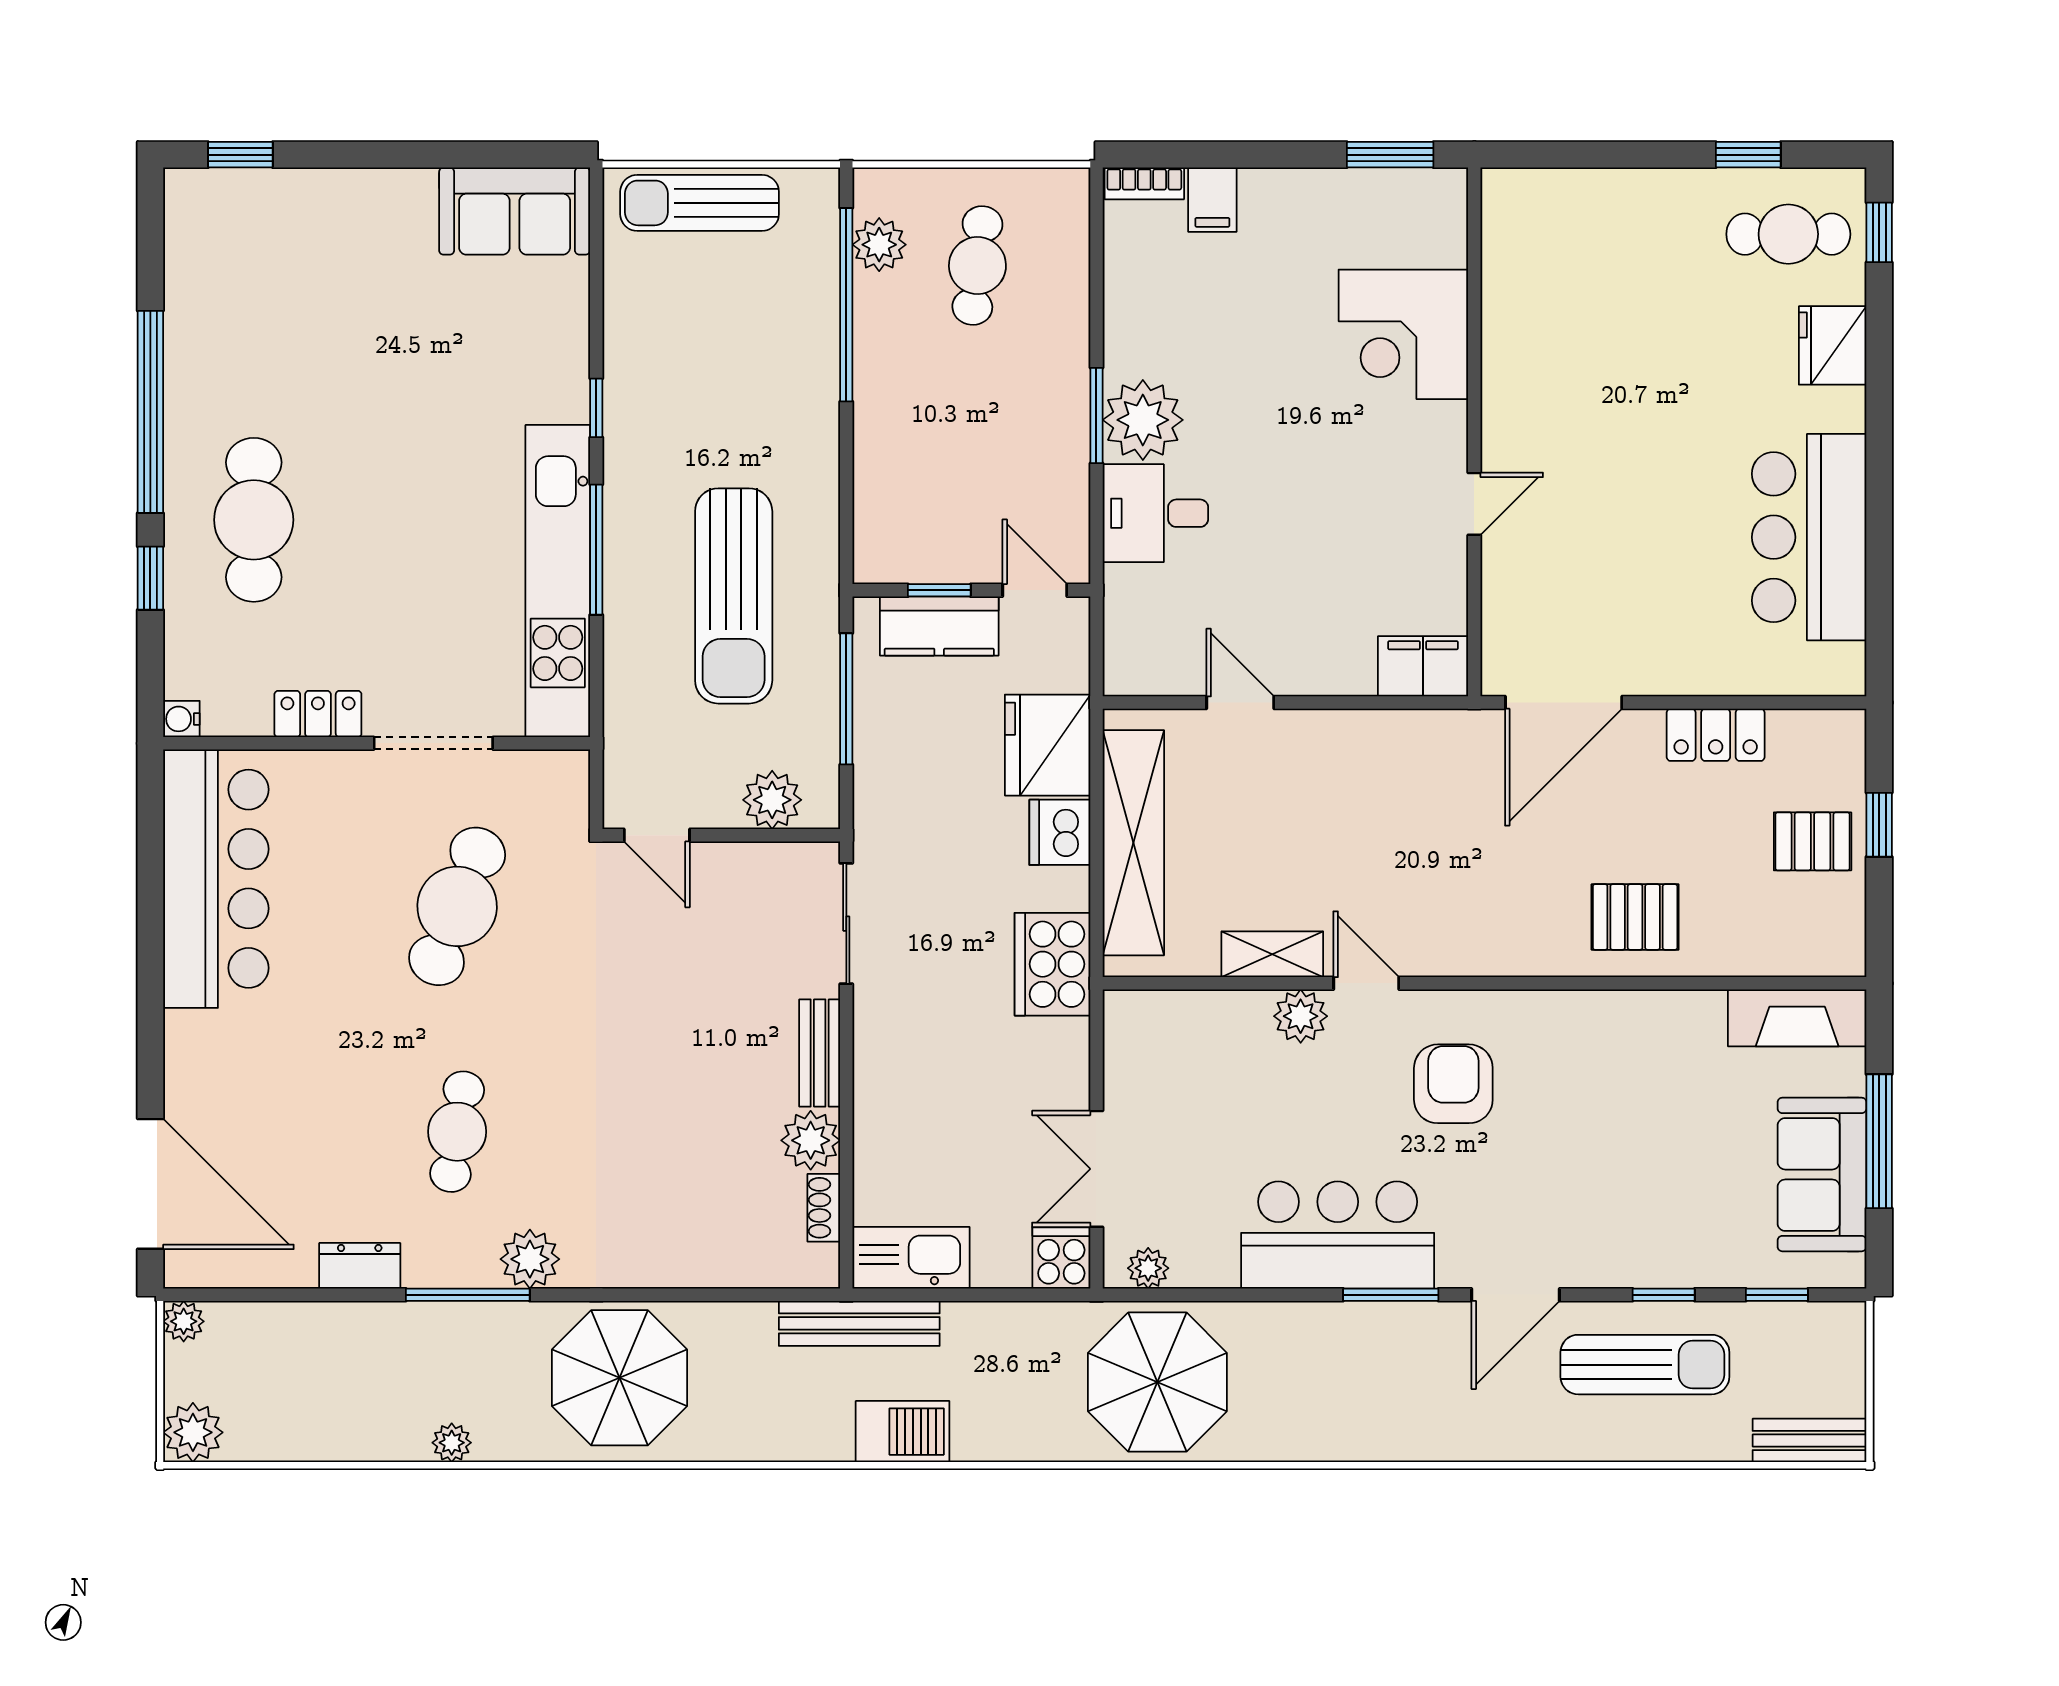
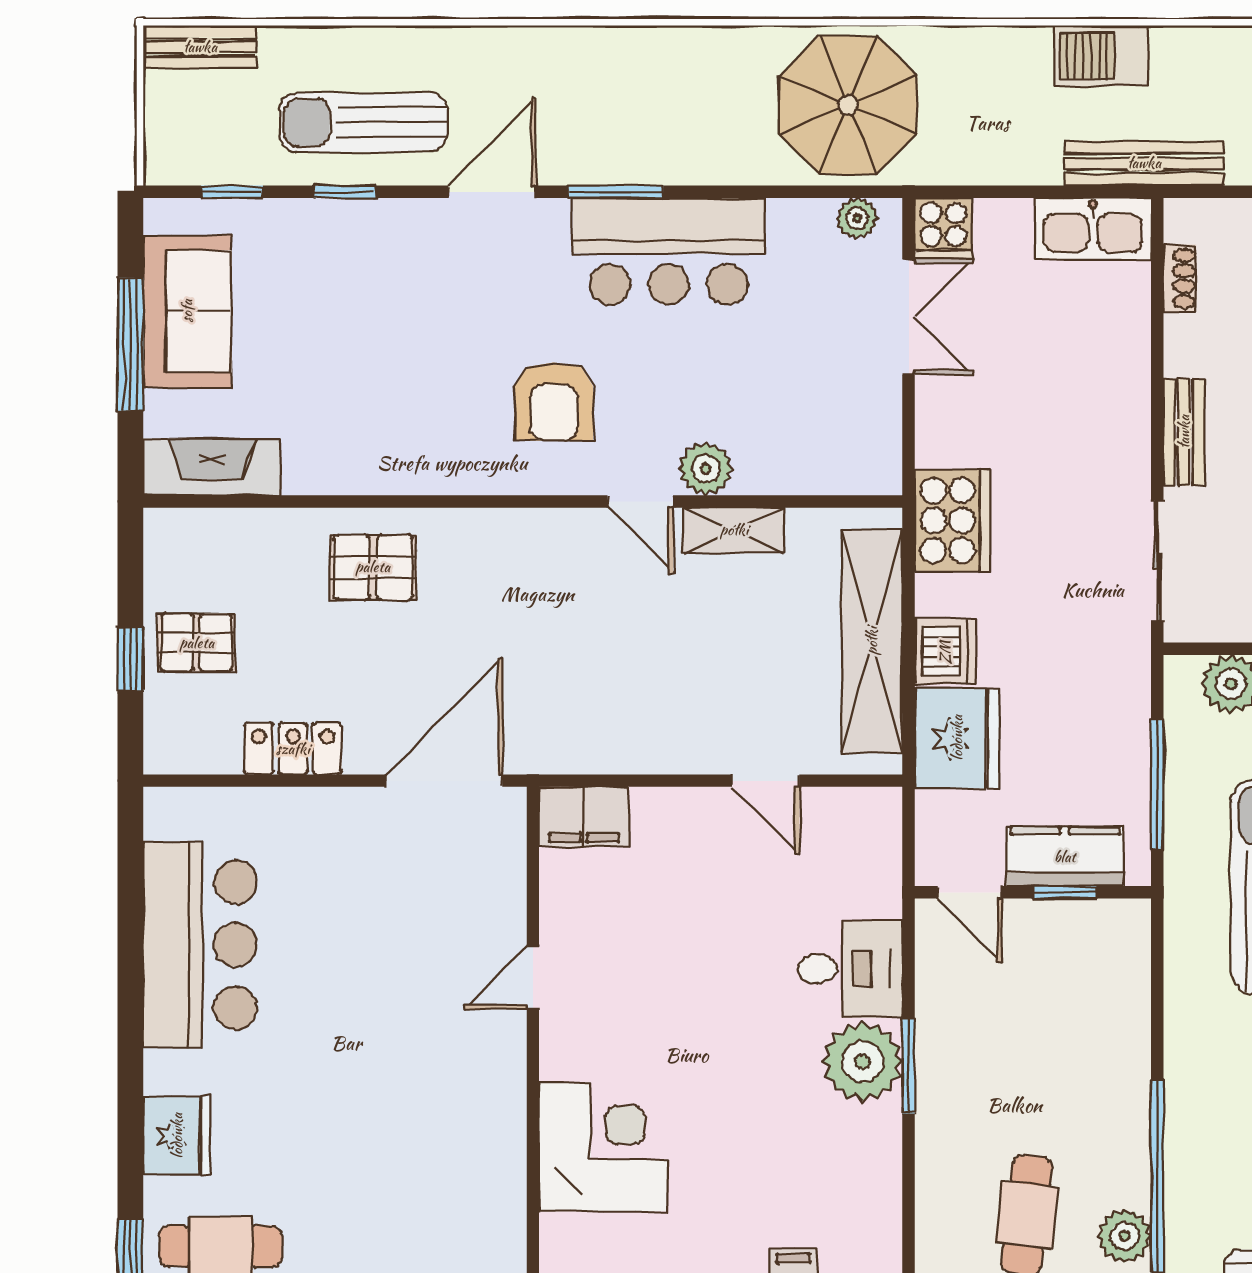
plant: (811, 1140) -> (1193, 345), removed

